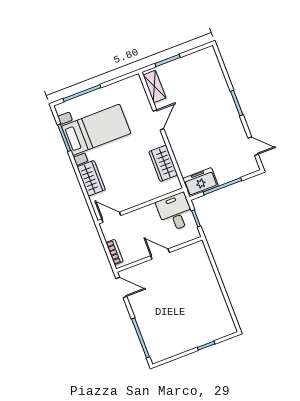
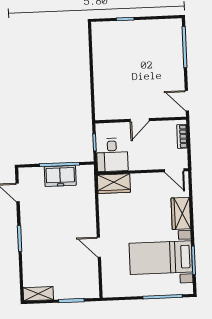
shelving: (154, 86) -> (38, 294), moved, turned 90
door: (158, 120) -> (99, 247), hinge flipped
wardrobe: (163, 163) -> (114, 184), moved, turned 90
freezer: (200, 182) -> (60, 176), moved
door: (160, 254) -> (140, 120), hinge flipped

